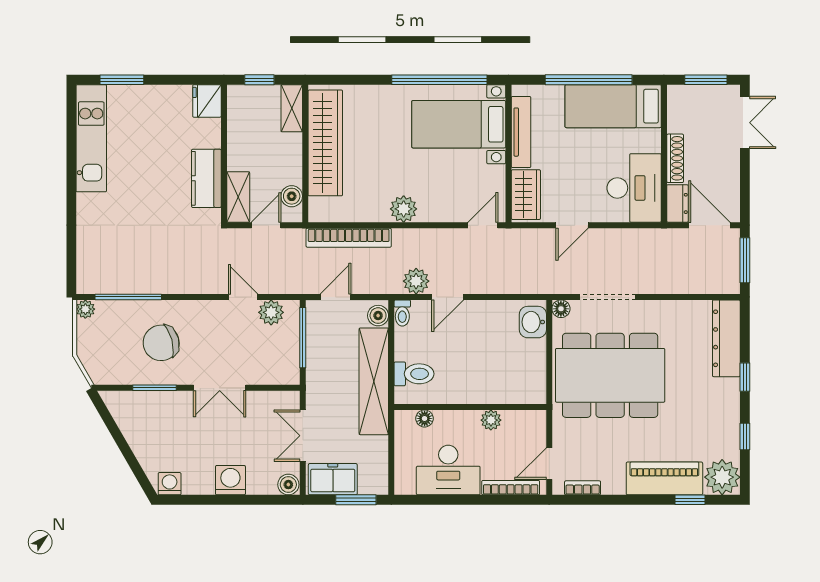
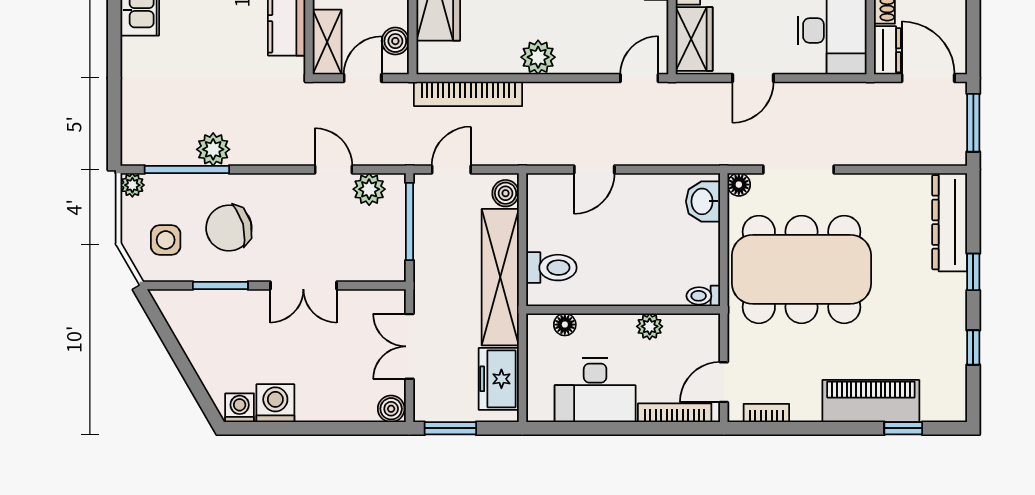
plant: (416, 281) -> (213, 149), moved
toilet: (402, 313) -> (703, 296), moved, turned 90
side table: (112, 352) -> (166, 240), added
plant: (722, 477) -> (945, 399), removed
freezer: (333, 479) -> (499, 379), moved, turned -90
washing machine: (230, 480) -> (275, 403), moved
window: (356, 500) -> (450, 428), moved

